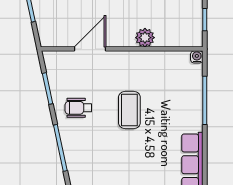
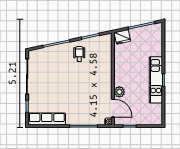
fridge: (48, 32) -> (122, 37), added
door: (90, 49) -> (113, 108), moved
coffee table: (129, 110) -> (78, 83), removed

